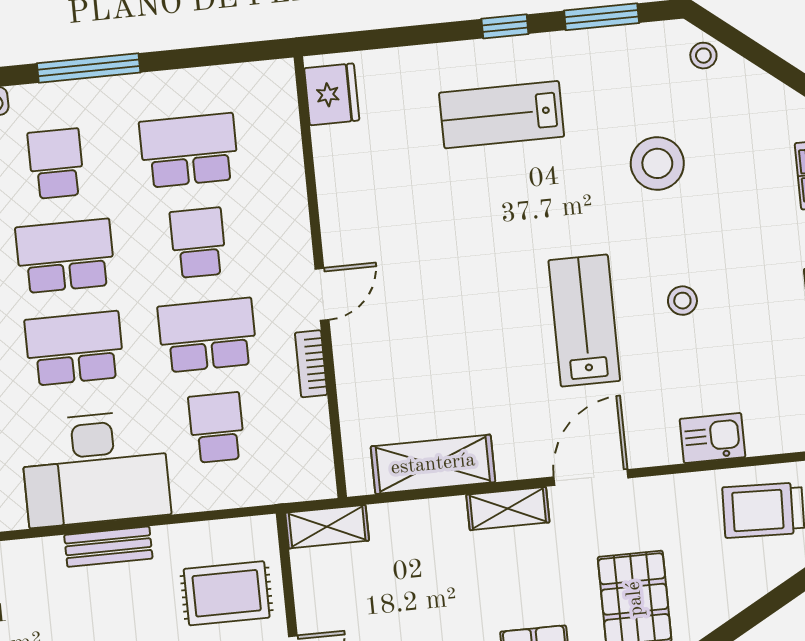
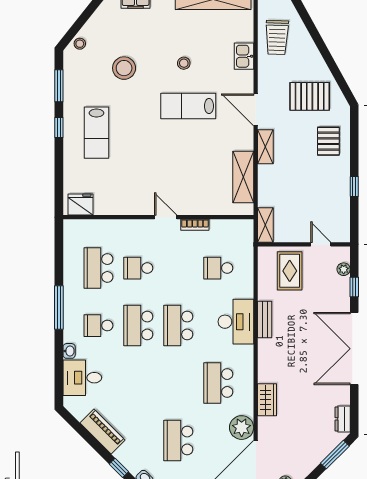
school desk: (207, 335) -> (178, 268), removed
desk: (95, 468) -> (236, 322), width x0.73, depth x0.77

